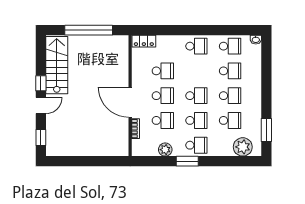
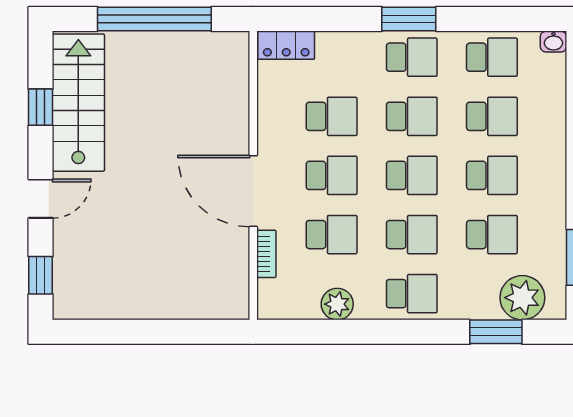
window: (195, 30) -> (409, 19), added
school desk: (196, 71) -> (412, 116), added
window: (41, 83) -> (41, 107), moved
window: (187, 161) -> (496, 332), moved

